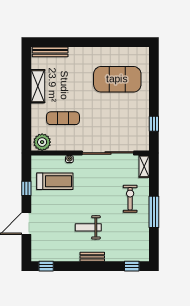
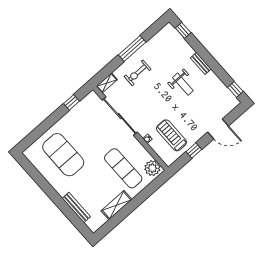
bench: (50, 52) -> (76, 208), moved
exercise mat: (63, 118) -> (123, 168), width x1.36, depth x1.45

